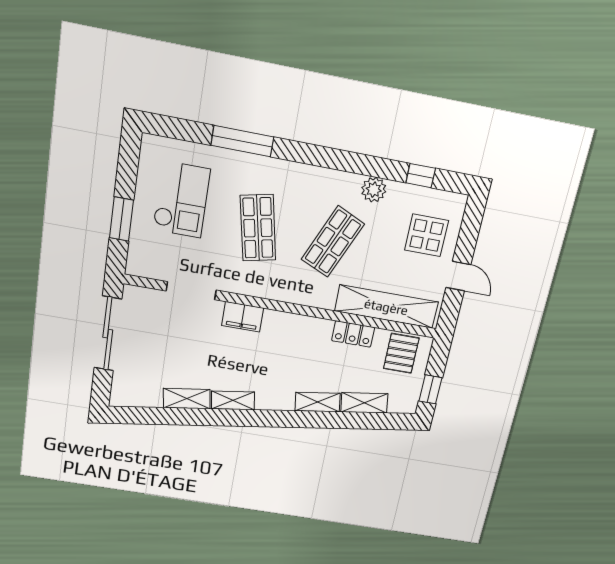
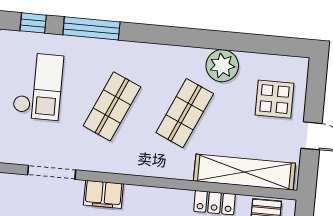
window: (421, 176) -> (33, 23), moved
plant: (374, 190) -> (222, 66), width x1.36, depth x1.36
shop shelf: (258, 228) -> (112, 106), turned 36

